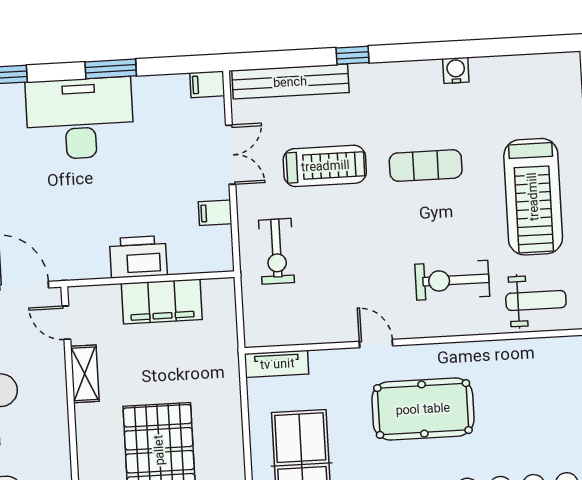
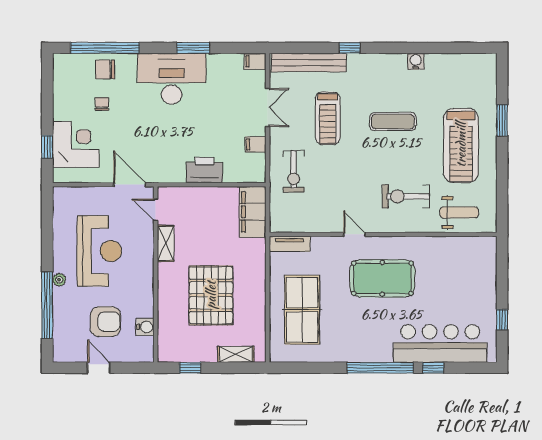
treadmill: (325, 166) -> (328, 118), turned 90
filing cabinet: (162, 302) -> (253, 212), moved, turned 90

